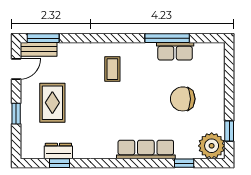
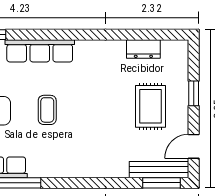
bench: (39, 49) -> (159, 170), width x1.36
coffee table: (112, 69) -> (47, 110), moved
window: (59, 163) -> (142, 35), removed

